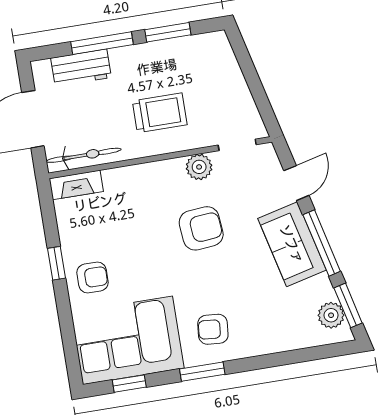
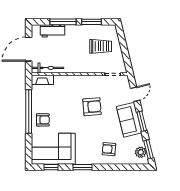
trolley: (160, 113) -> (101, 46), moved
plant: (199, 167) -> (95, 81), removed
window: (322, 243) -> (142, 121), width x0.69
window: (57, 263) -> (29, 111), width x3.17
armchair: (213, 329) -> (109, 149), moved

